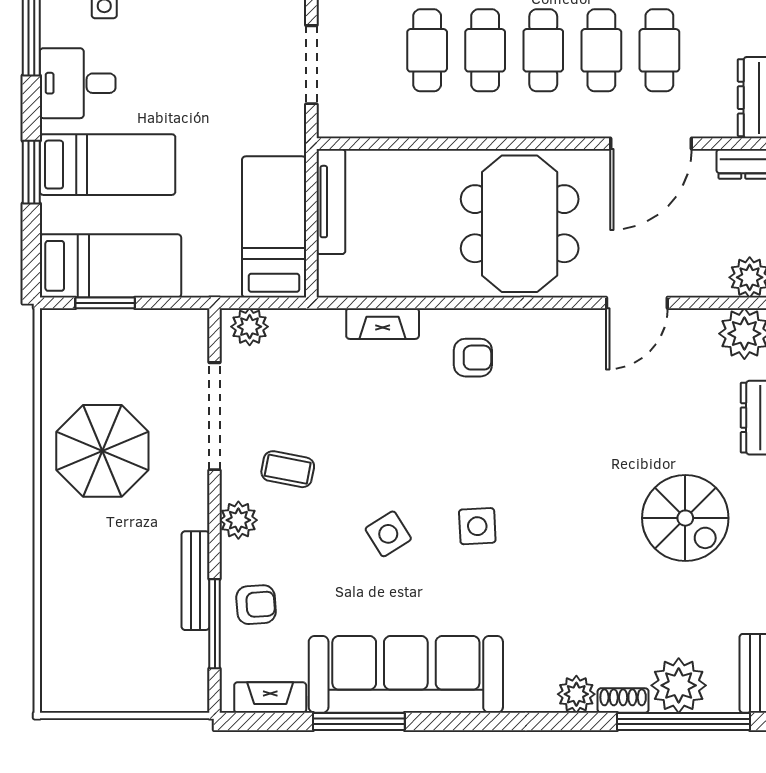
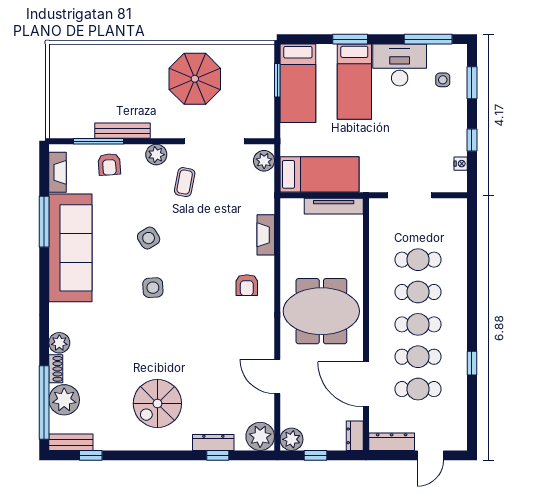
desk: (78, 83) -> (400, 65), width x1.37

